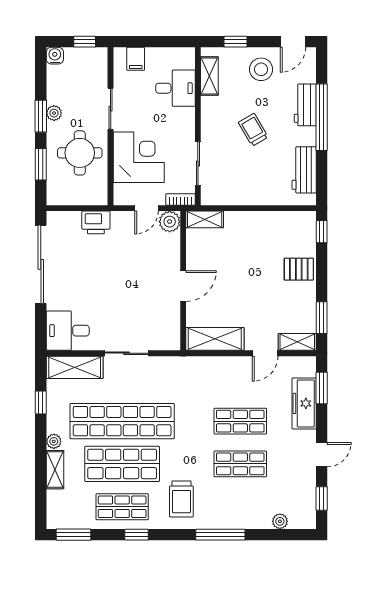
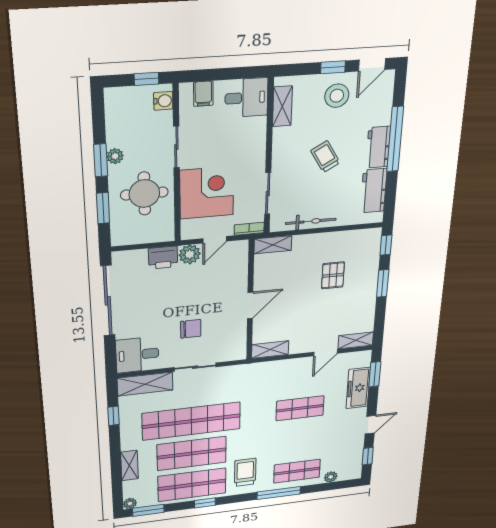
window: (235, 42) -> (333, 67), moved
water cooler: (55, 56) -> (163, 101), moved, turned 90
desk: (175, 88) -> (246, 98), moved
workbench: (305, 105) -> (378, 147), moved
bicycle: (242, 197) -> (311, 221), added
plant: (170, 222) -> (190, 254), moved
pallet: (299, 269) -> (333, 275), moved, turned 90
chair: (122, 306) -> (191, 329), added
window: (322, 318) -> (383, 283), moved
shelving: (215, 339) -> (270, 350), width x0.67, depth x0.75
plant: (54, 441) -> (130, 504), moved
shop shelf: (240, 464) -> (297, 471), moved
trolley: (181, 499) -> (245, 472), turned 180
shop shelf: (122, 507) -> (192, 485), width x1.43, depth x1.36

